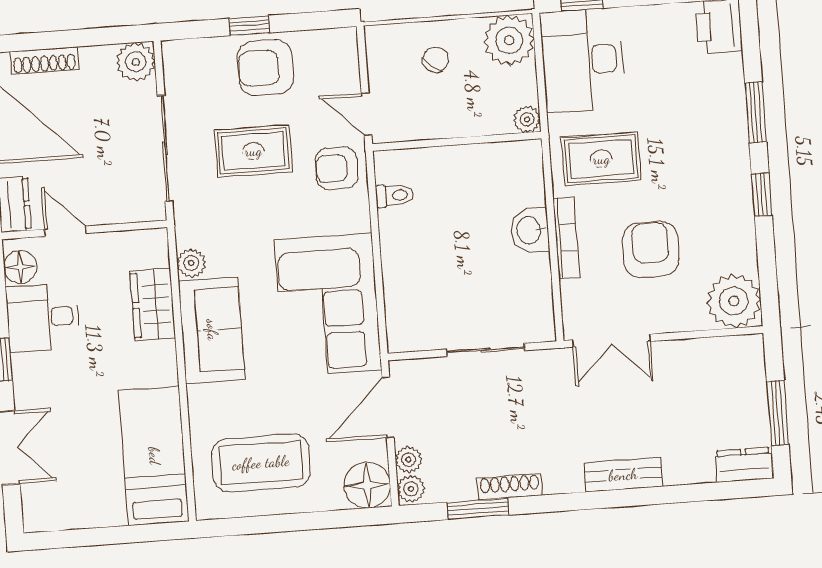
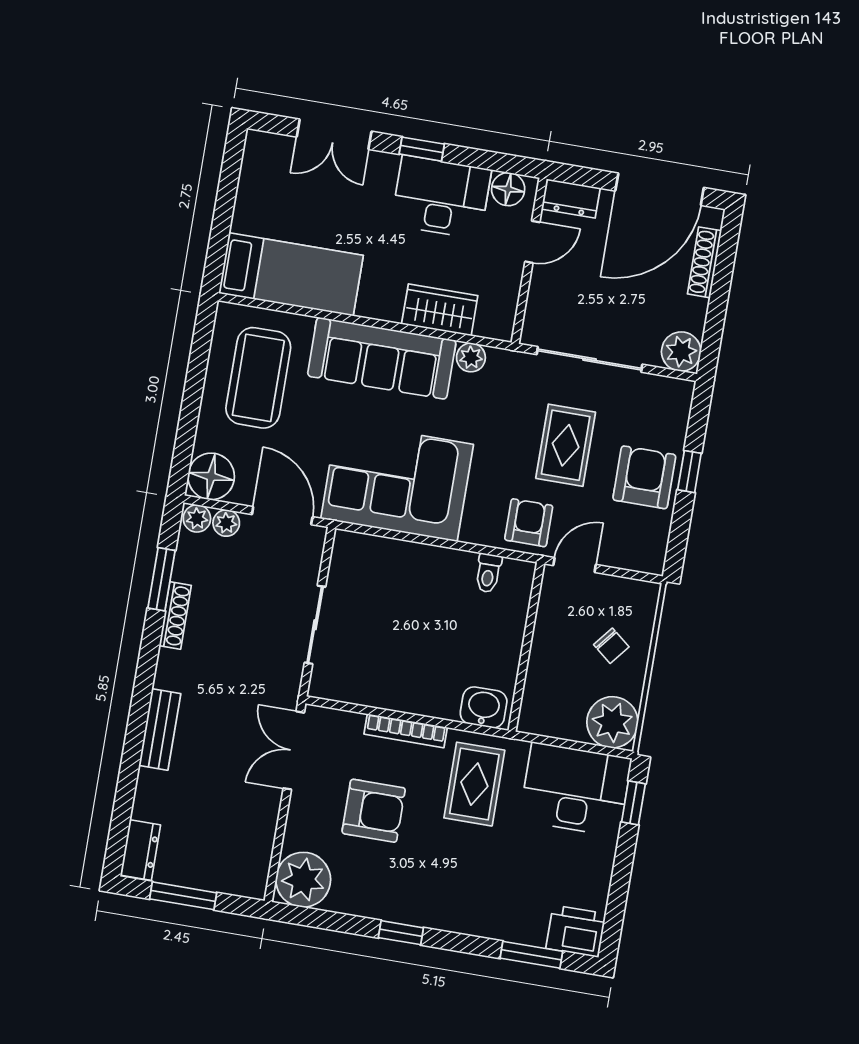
window: (756, 112) -> (531, 955), moved
plant: (527, 119) -> (531, 721), removed
washbasin: (530, 230) -> (484, 707), moved
desk: (43, 317) -> (441, 197), width x1.37
sofa: (212, 330) -> (382, 358), width x1.36

